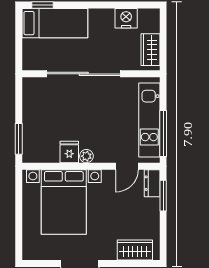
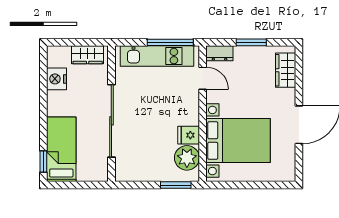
plant: (86, 156) -> (187, 158), moved, width x1.88, depth x1.88
window: (163, 196) -> (251, 42), moved

